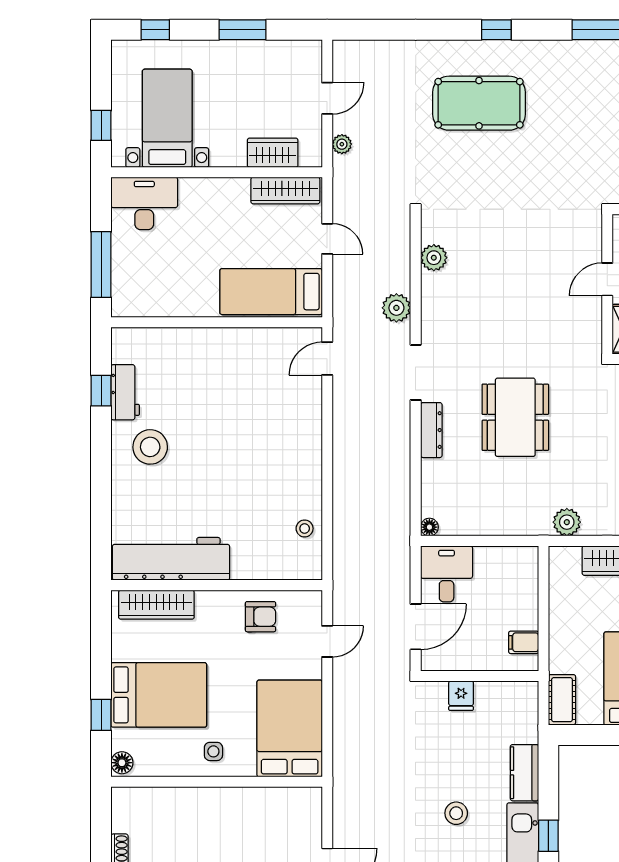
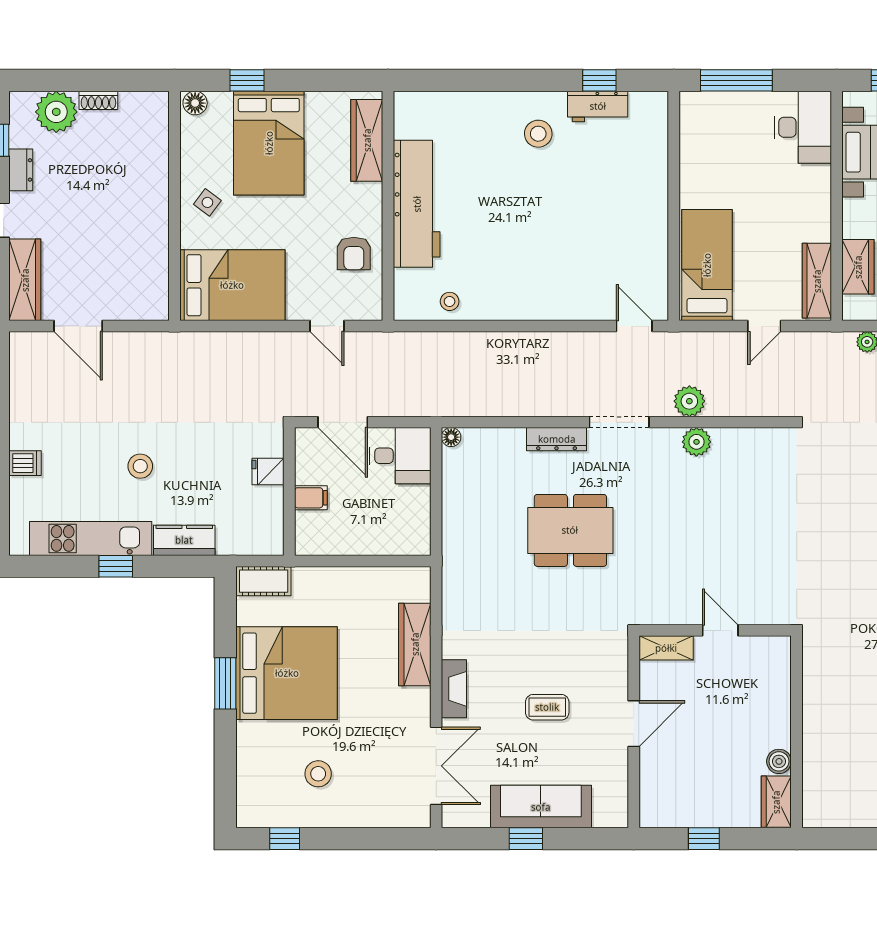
plant: (434, 258) -> (696, 442), moved
stool: (150, 447) -> (538, 134), width x0.73, depth x0.73
plant: (567, 522) -> (456, 586), removed
workbench: (171, 559) -> (417, 204), moved
filing cabinet: (524, 642) -> (311, 498), moved, turned 90
side table: (213, 751) -> (207, 202), turned 37

